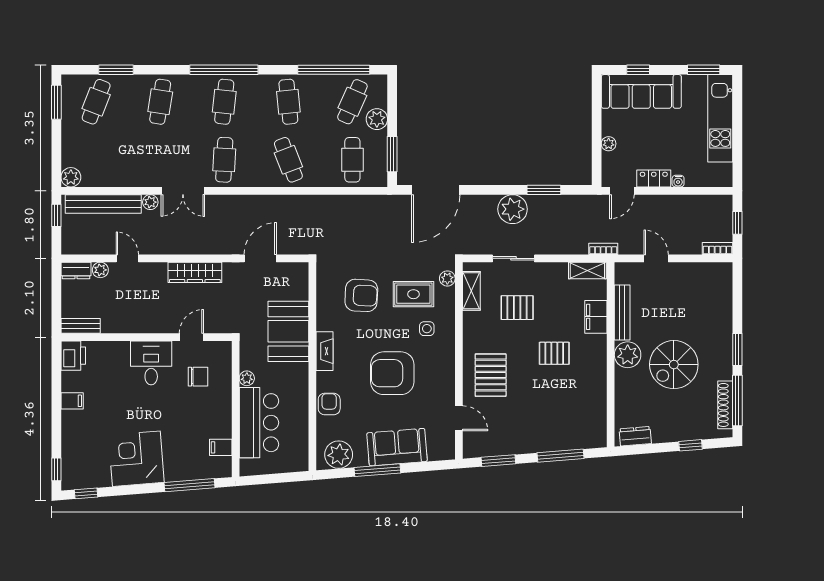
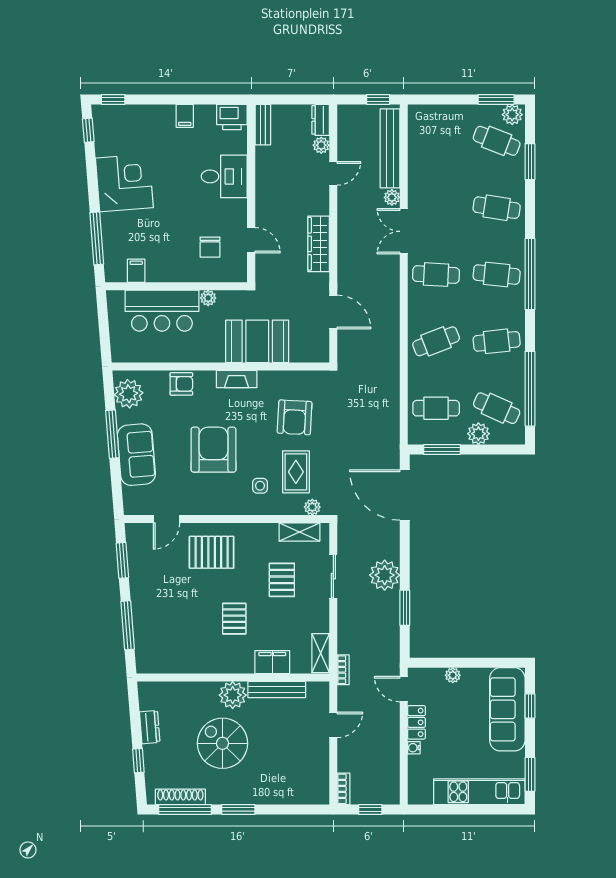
plant: (71, 177) -> (512, 115), moved
desk: (151, 363) -> (224, 176), moved
dresser: (635, 436) -> (150, 727), moved

